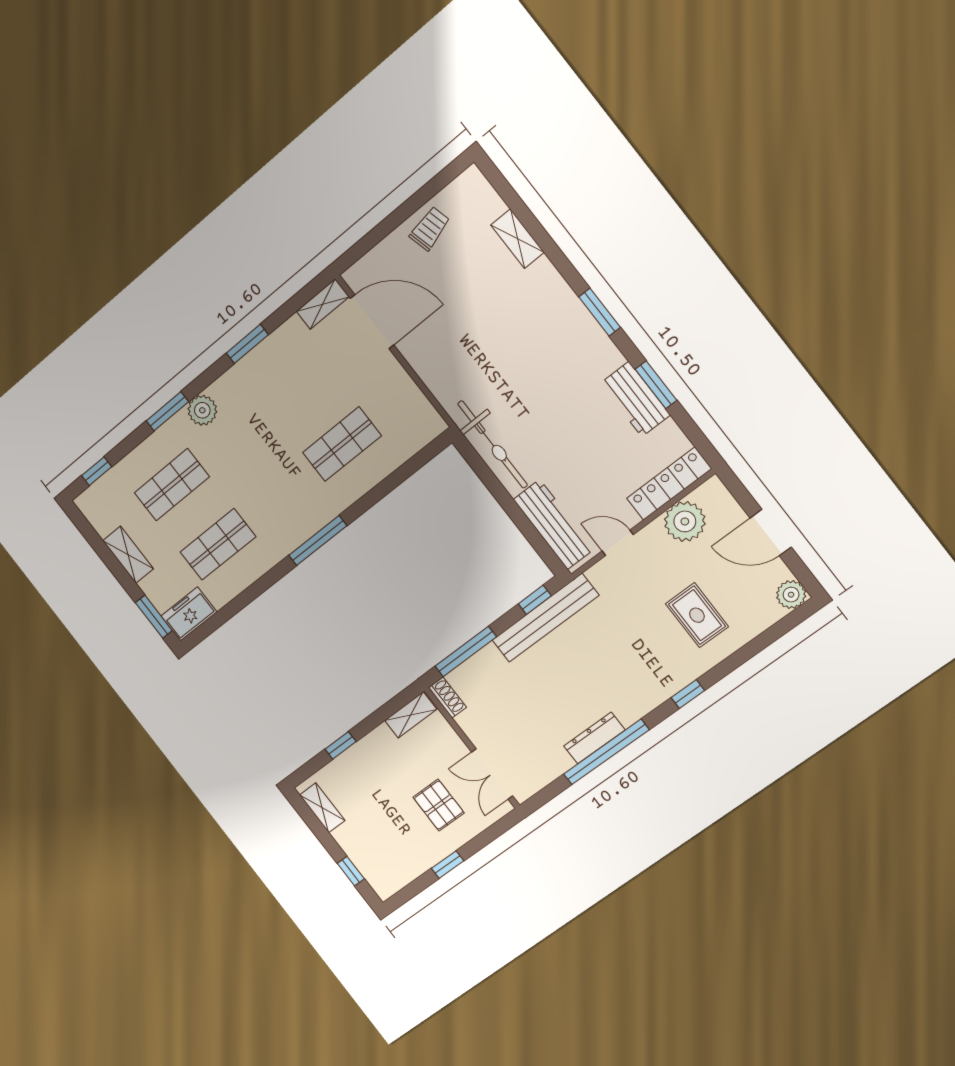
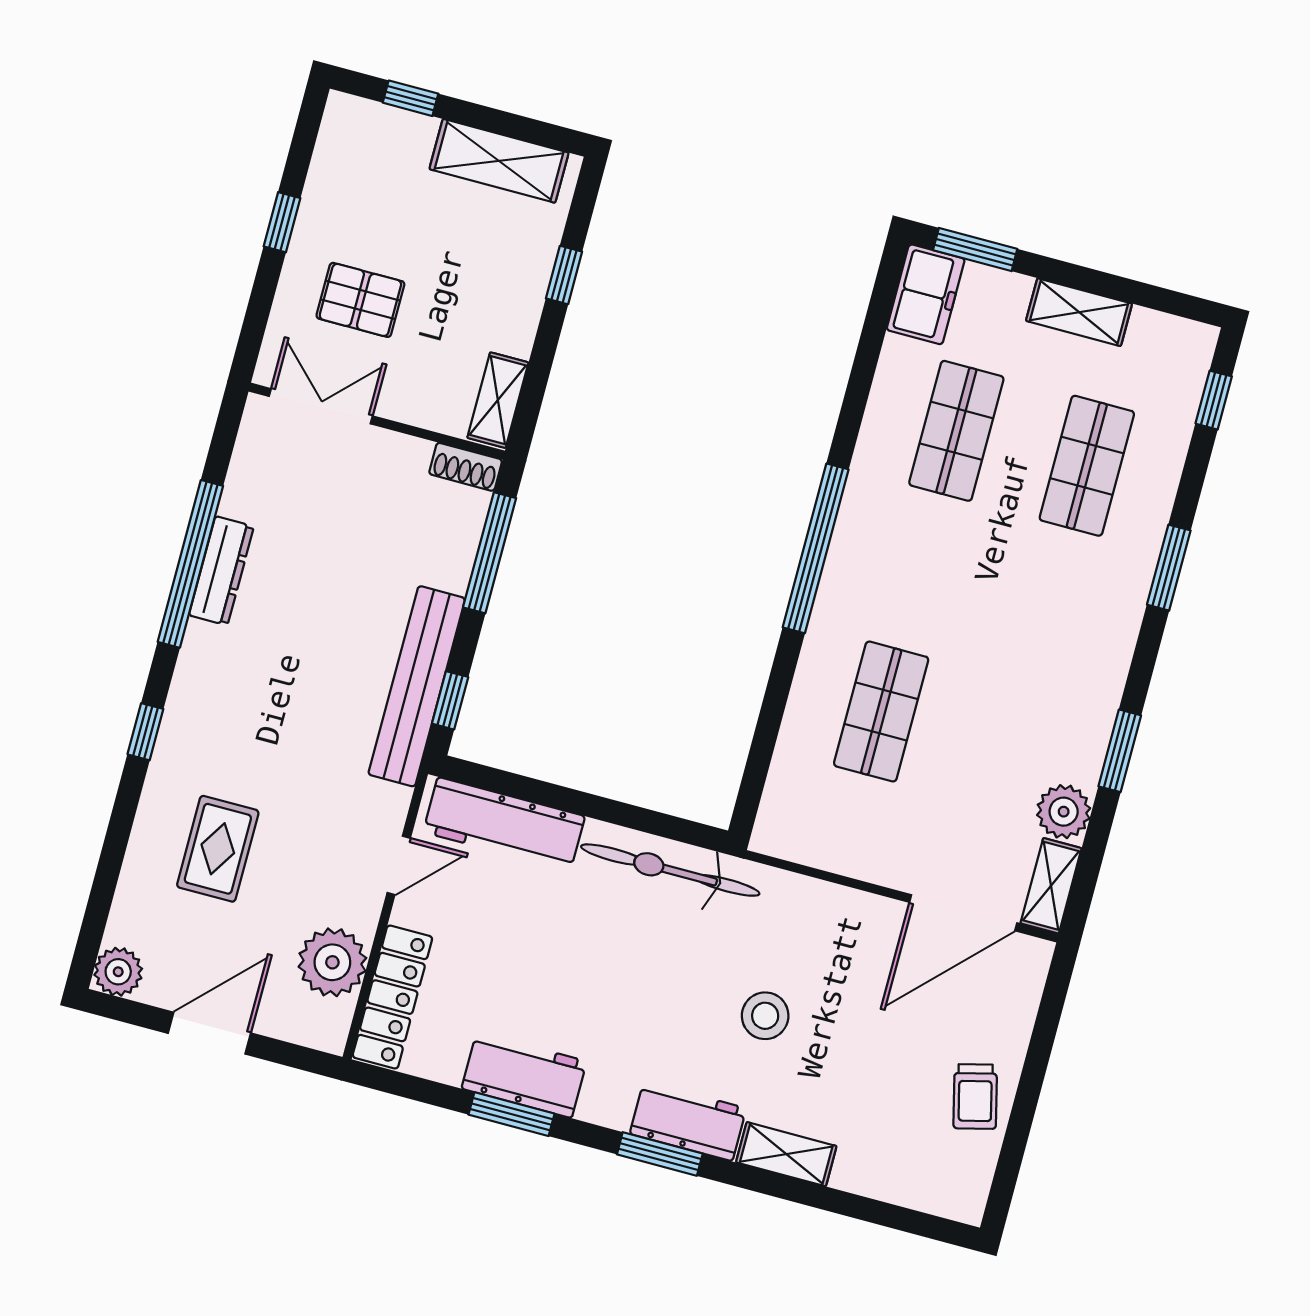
shelving: (517, 239) -> (786, 1154), moved
workbench: (574, 318) -> (688, 1121), added
stool: (500, 342) -> (765, 1016), added
plant: (202, 410) -> (1064, 812), moved
window: (318, 541) -> (816, 548), width x1.46
rug: (697, 615) -> (218, 849), turned 90
shelving: (322, 808) -> (499, 161), width x1.50, depth x1.33

